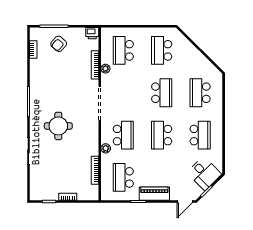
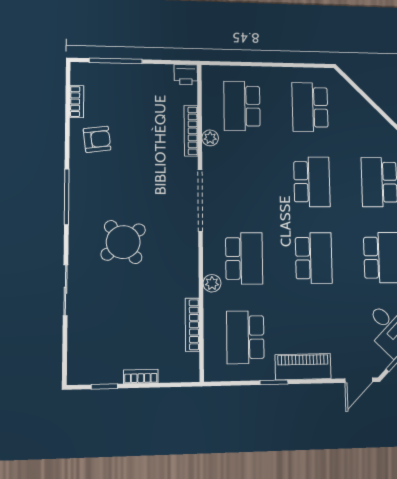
armchair: (59, 44) -> (97, 139), moved, turned -139
round table: (58, 126) -> (123, 242), turned -38
school desk: (162, 135) -> (314, 258), turned 180

